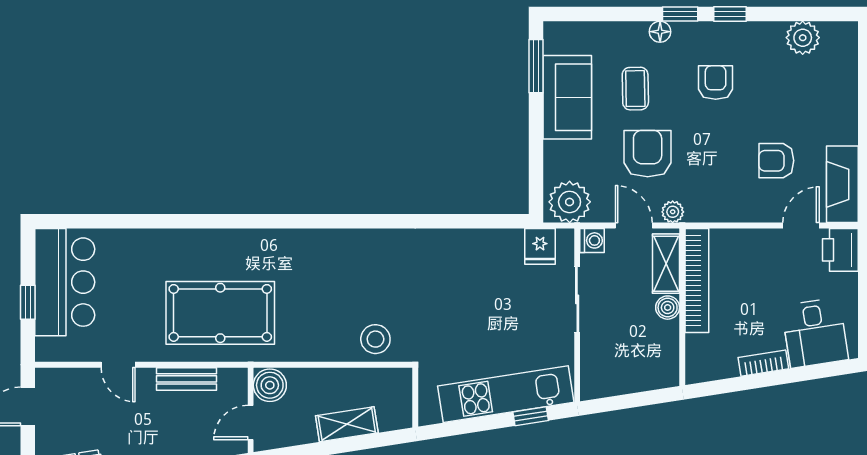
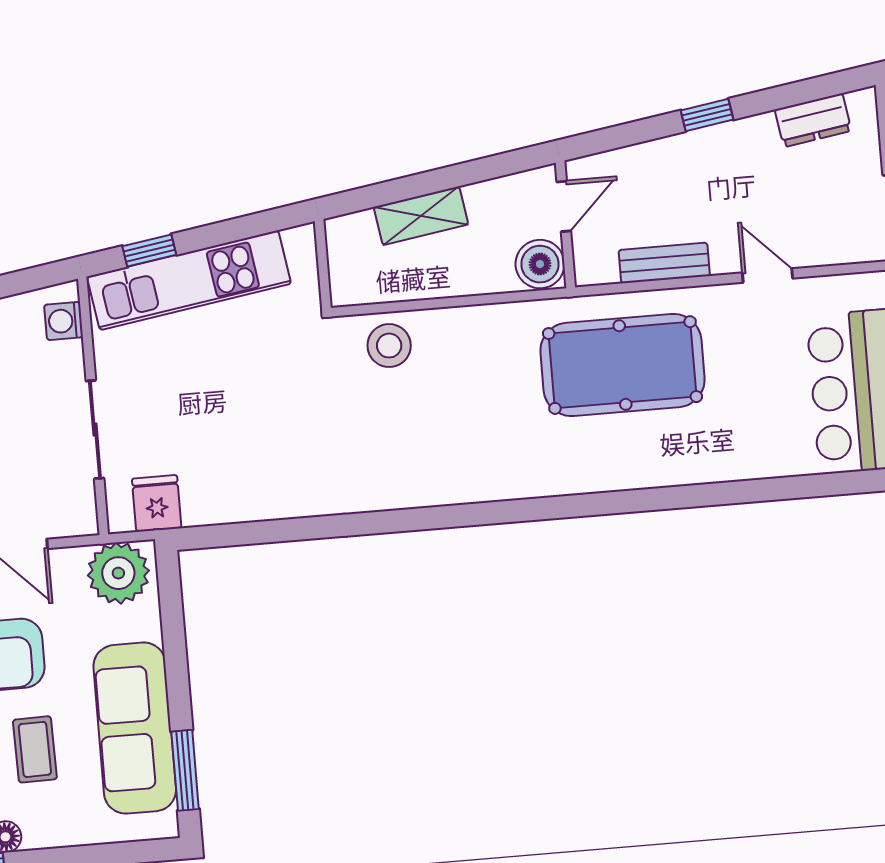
sofa: (567, 97) -> (135, 728), width x1.36
washing machine: (592, 240) -> (64, 321), moved

